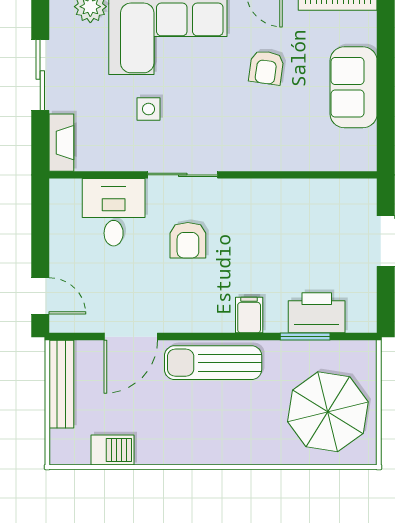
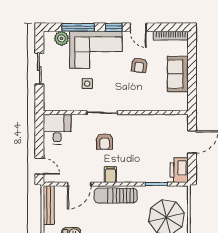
fireplace: (61, 143) -> (49, 98), removed
desk: (114, 212) -> (57, 129), moved
printer: (317, 313) -> (179, 170), moved, turned -90
filing cabinet: (249, 315) -> (110, 175), moved

